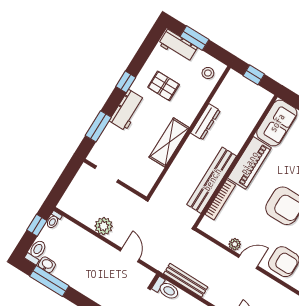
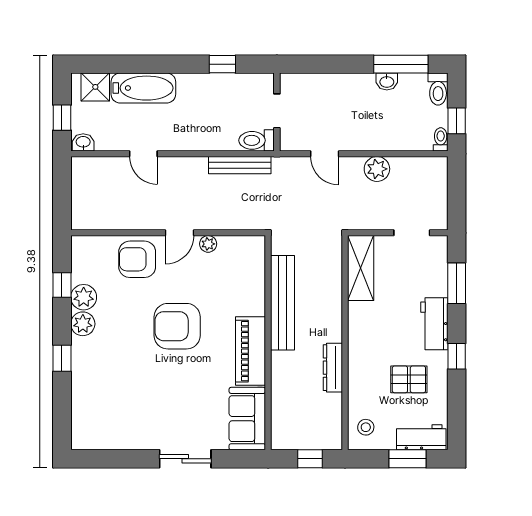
shelving: (169, 142) -> (361, 268), moved
bookcase: (220, 200) -> (258, 286), removed
washbasin: (47, 265) -> (387, 81), moved

